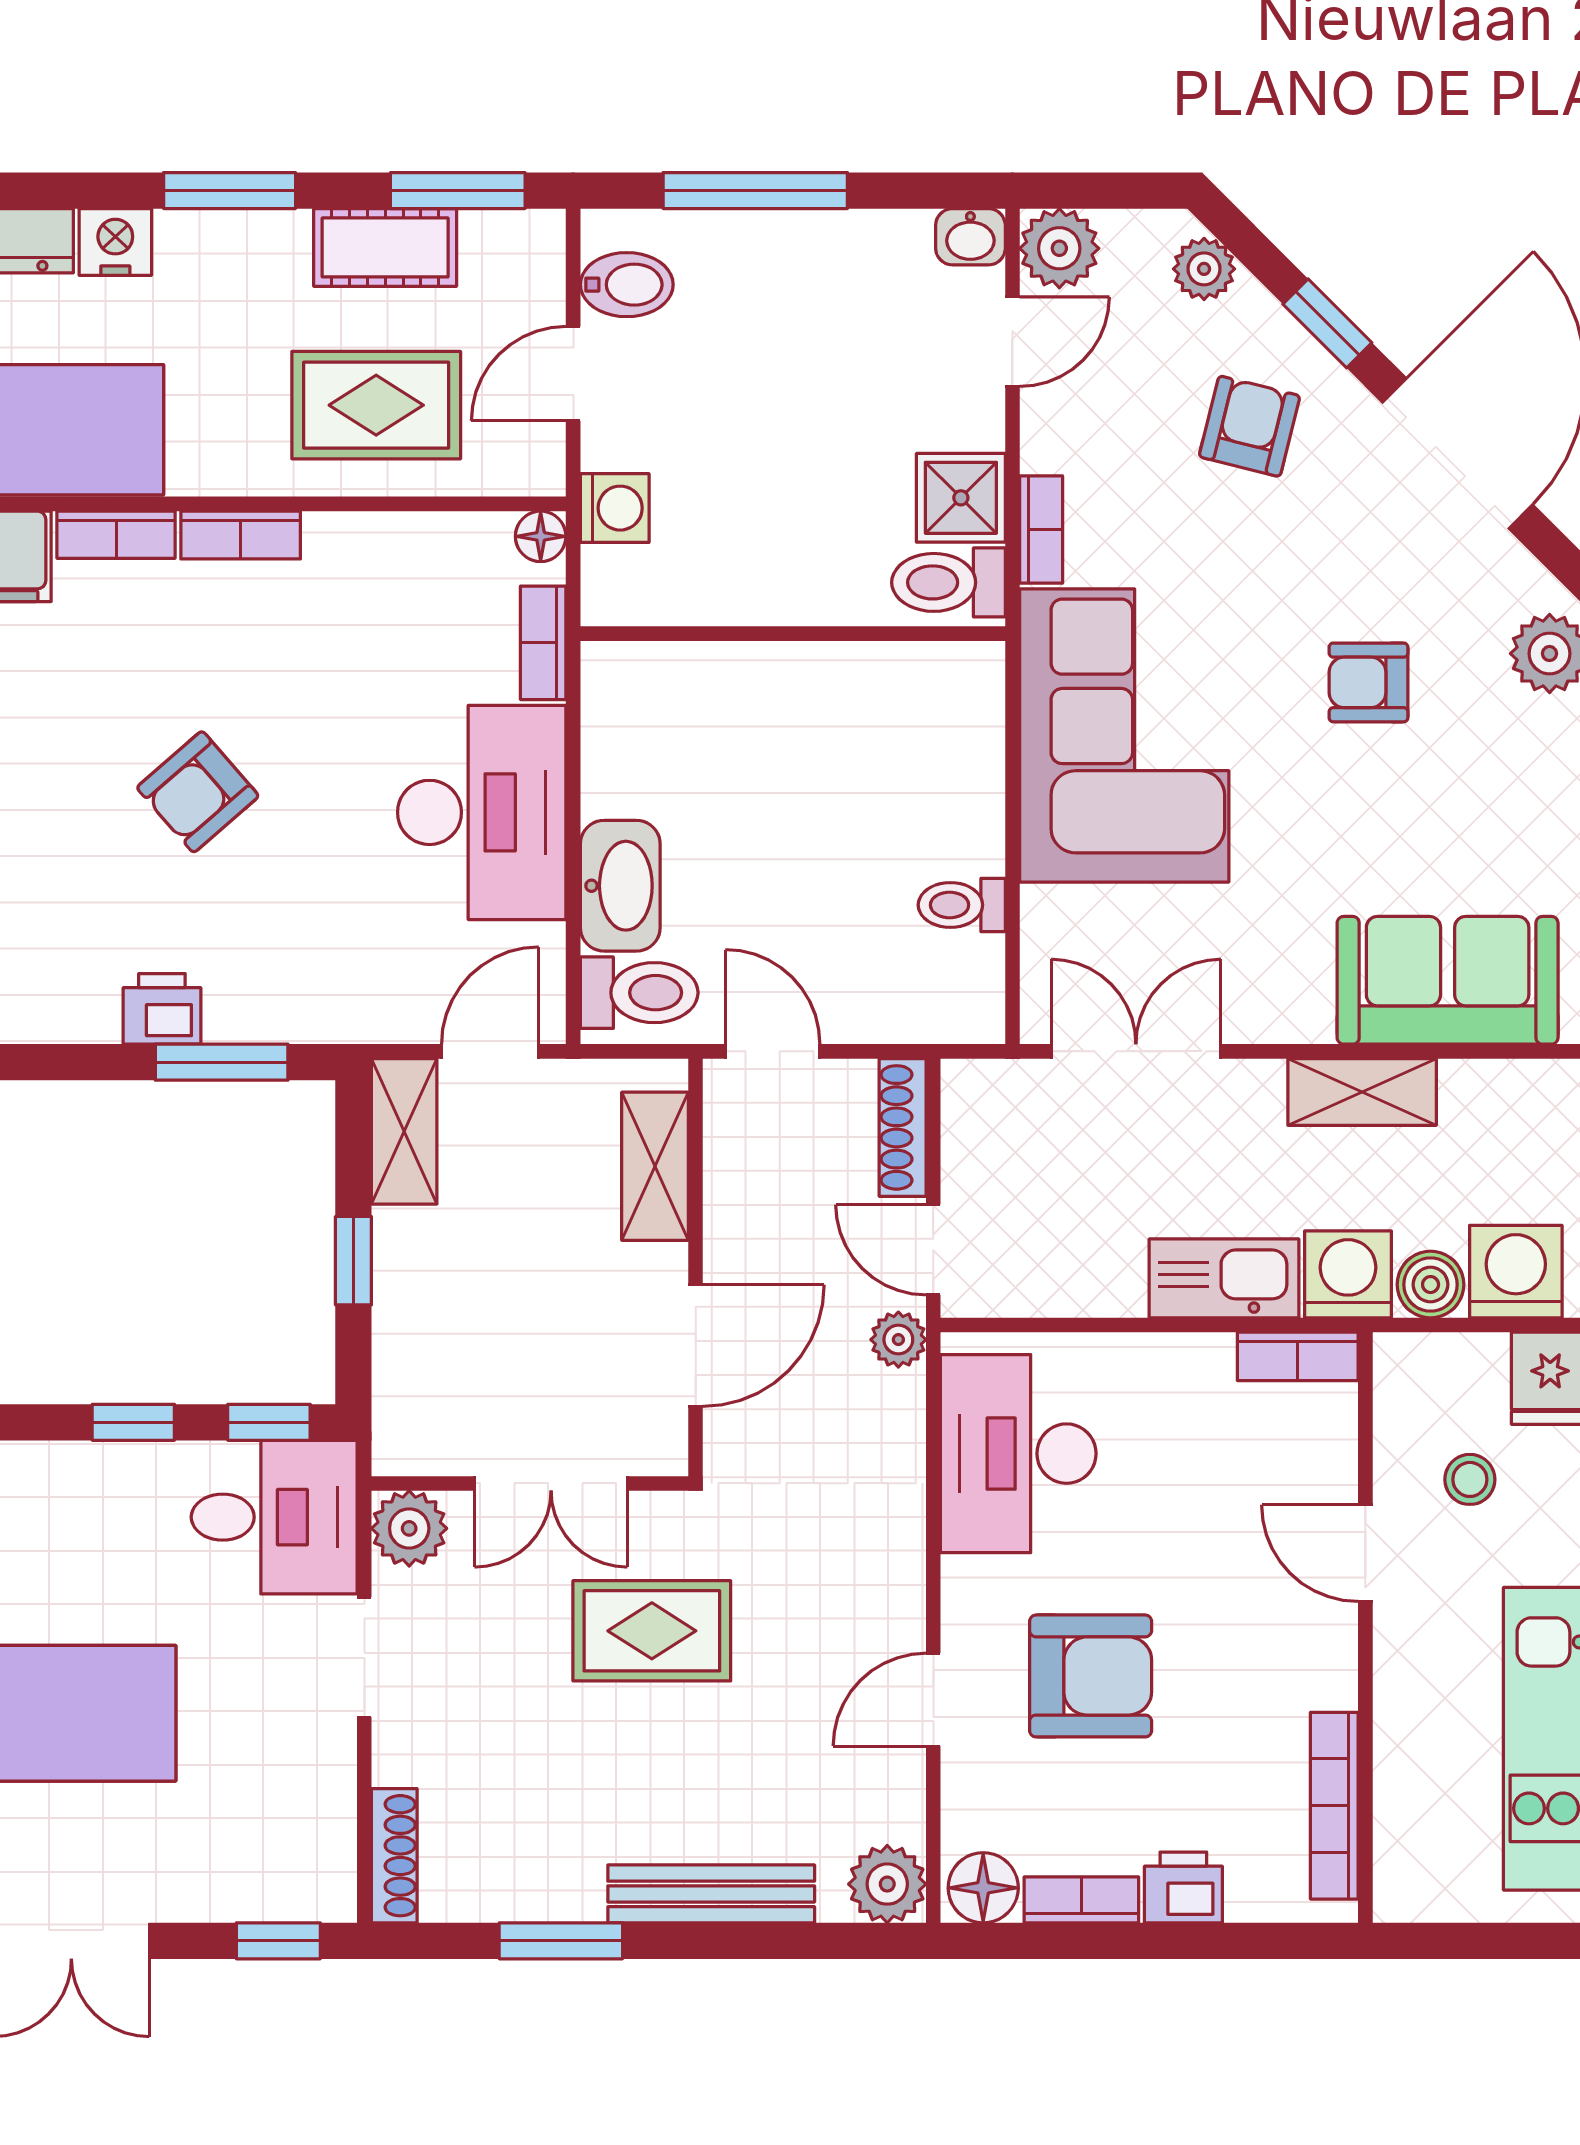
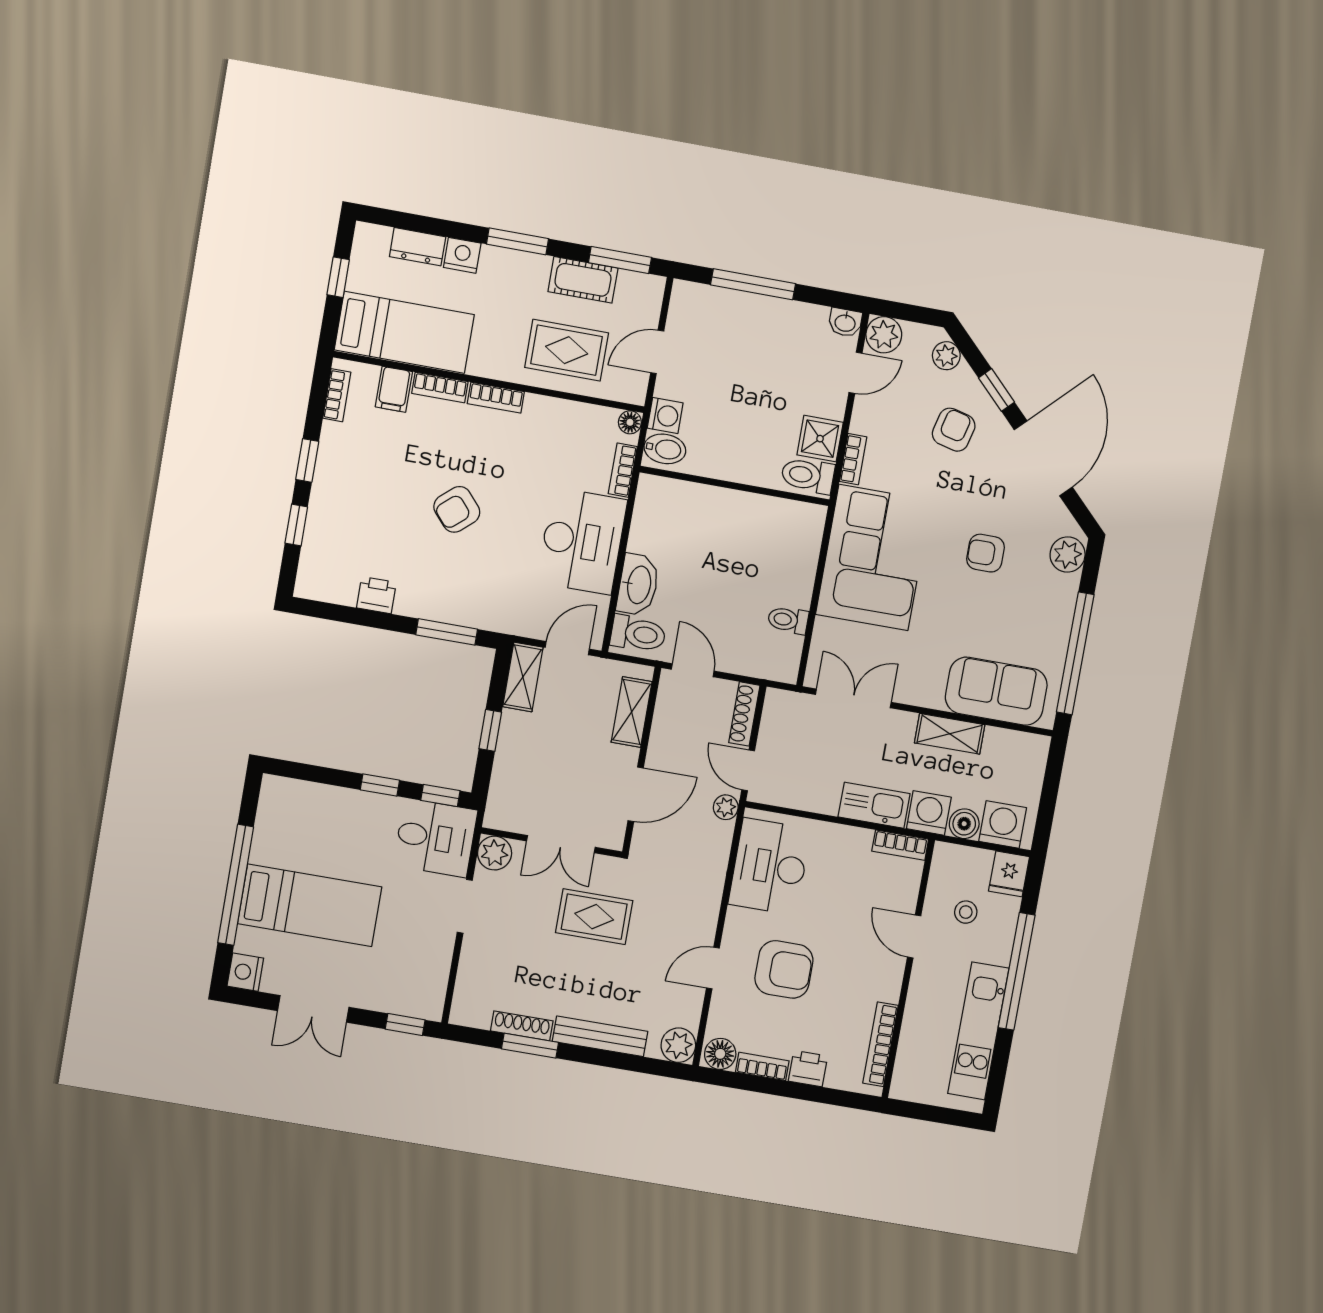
bidet: (627, 285) -> (665, 449), moved
printer: (162, 1009) -> (376, 595), moved
shoe rack: (394, 1856) -> (522, 1026), moved, turned -90

